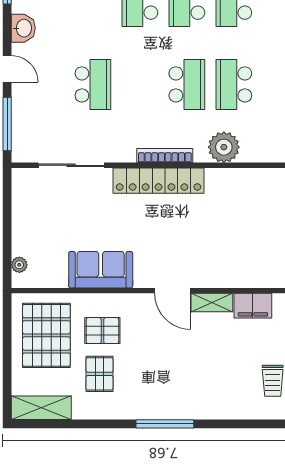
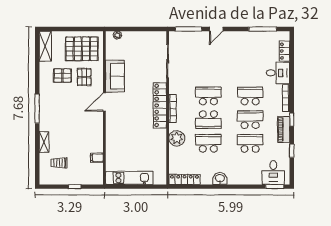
washbasin: (23, 28) -> (237, 37), removed
school desk: (93, 84) -> (208, 96), moved, turned 180
door: (173, 291) -> (104, 102), moved
shelving: (212, 302) -> (44, 142), moved
filing cabinet: (253, 306) -> (97, 158), width x0.50

